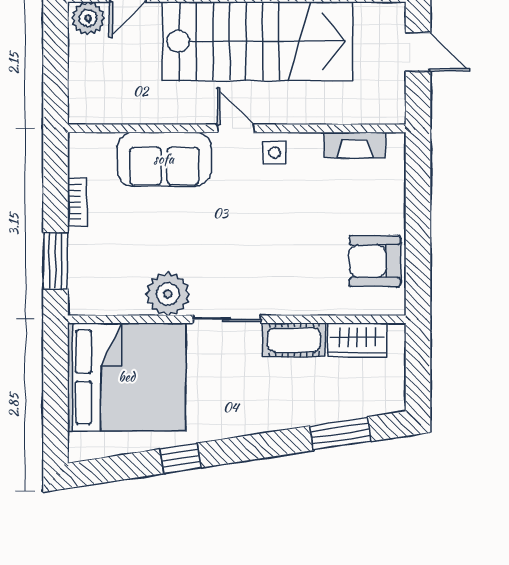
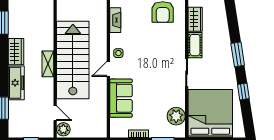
plant: (168, 294) -> (176, 116), moved
window: (340, 434) -> (238, 54), moved

